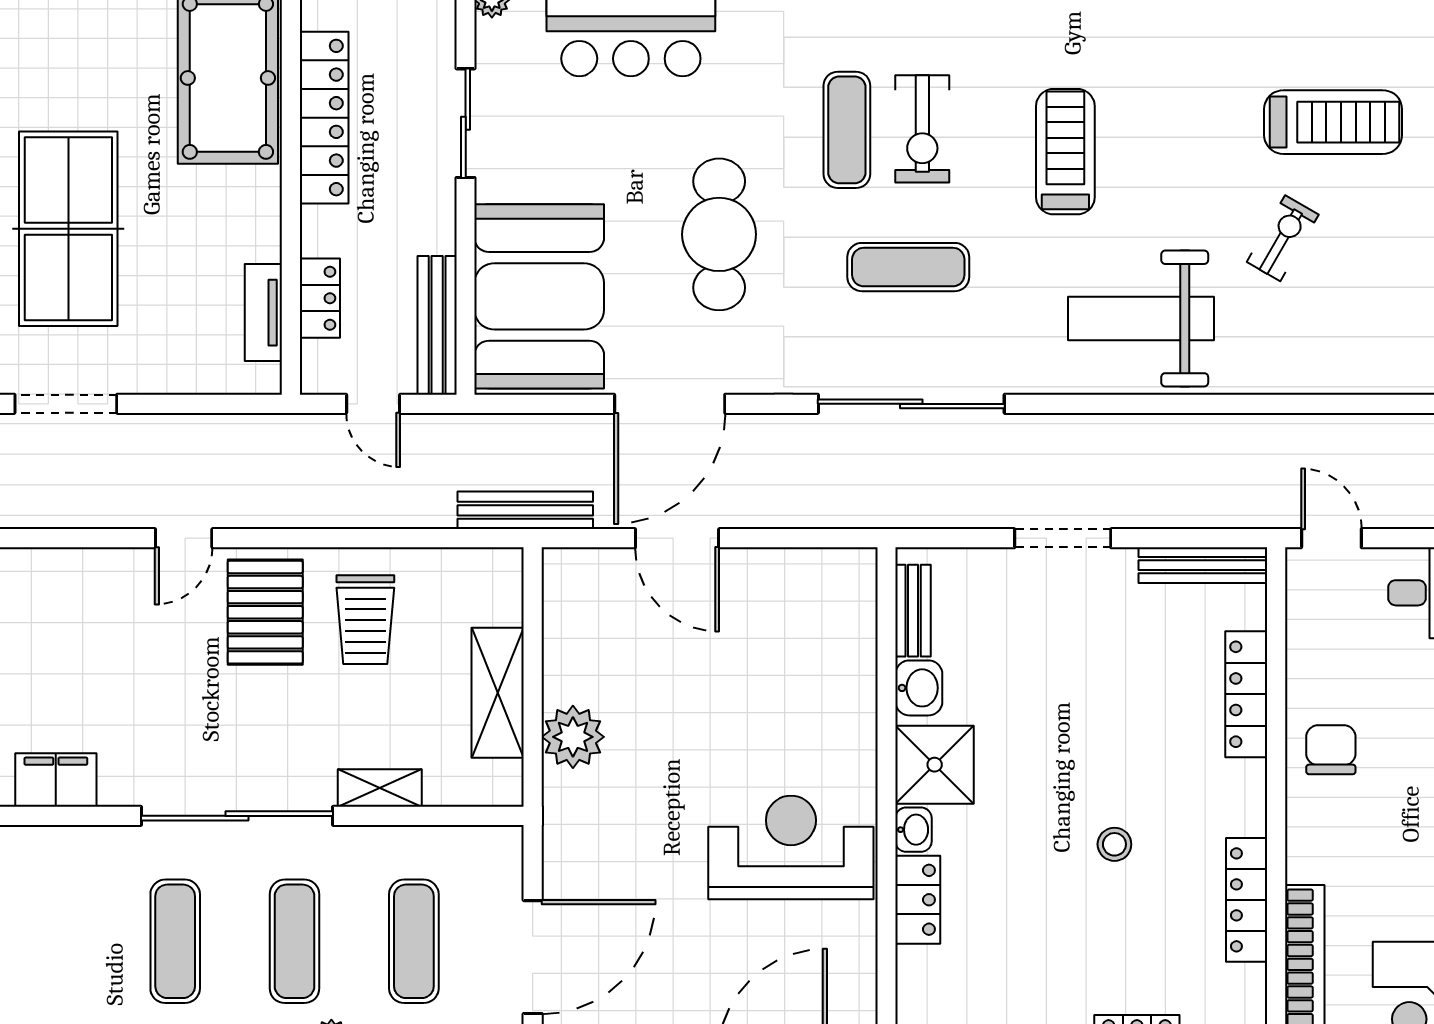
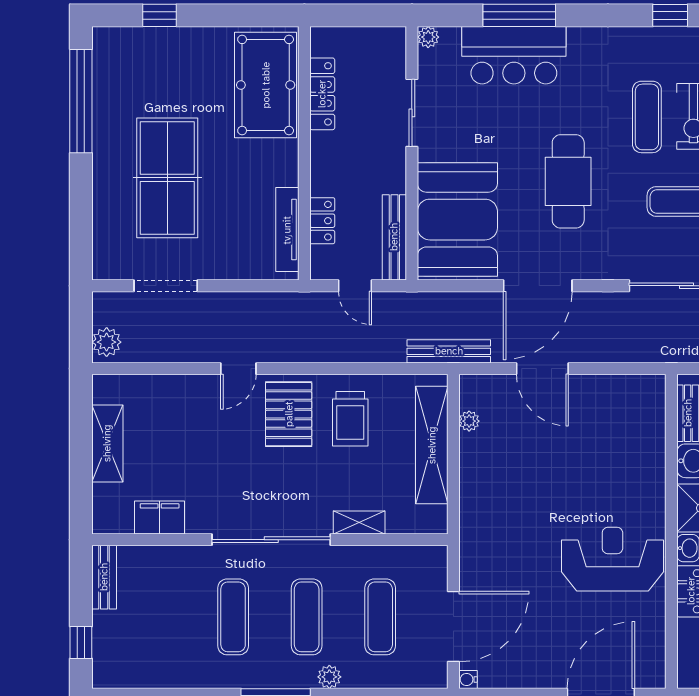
locker: (324, 118) -> (322, 94), width x0.71, depth x0.83
tv unit: (263, 313) -> (287, 230), width x1.41
shelving: (498, 693) -> (432, 445), width x1.47
plant: (573, 737) -> (469, 421), moved, width x0.53, depth x0.53

